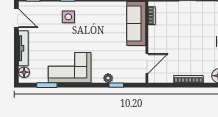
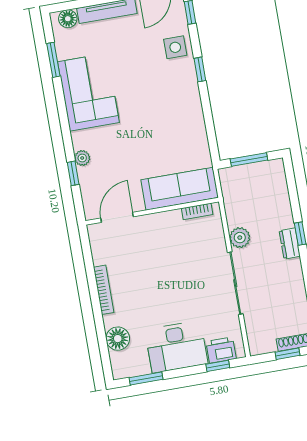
side table: (68, 17) -> (175, 47), moved
door: (147, 64) -> (117, 217), swing flipped

